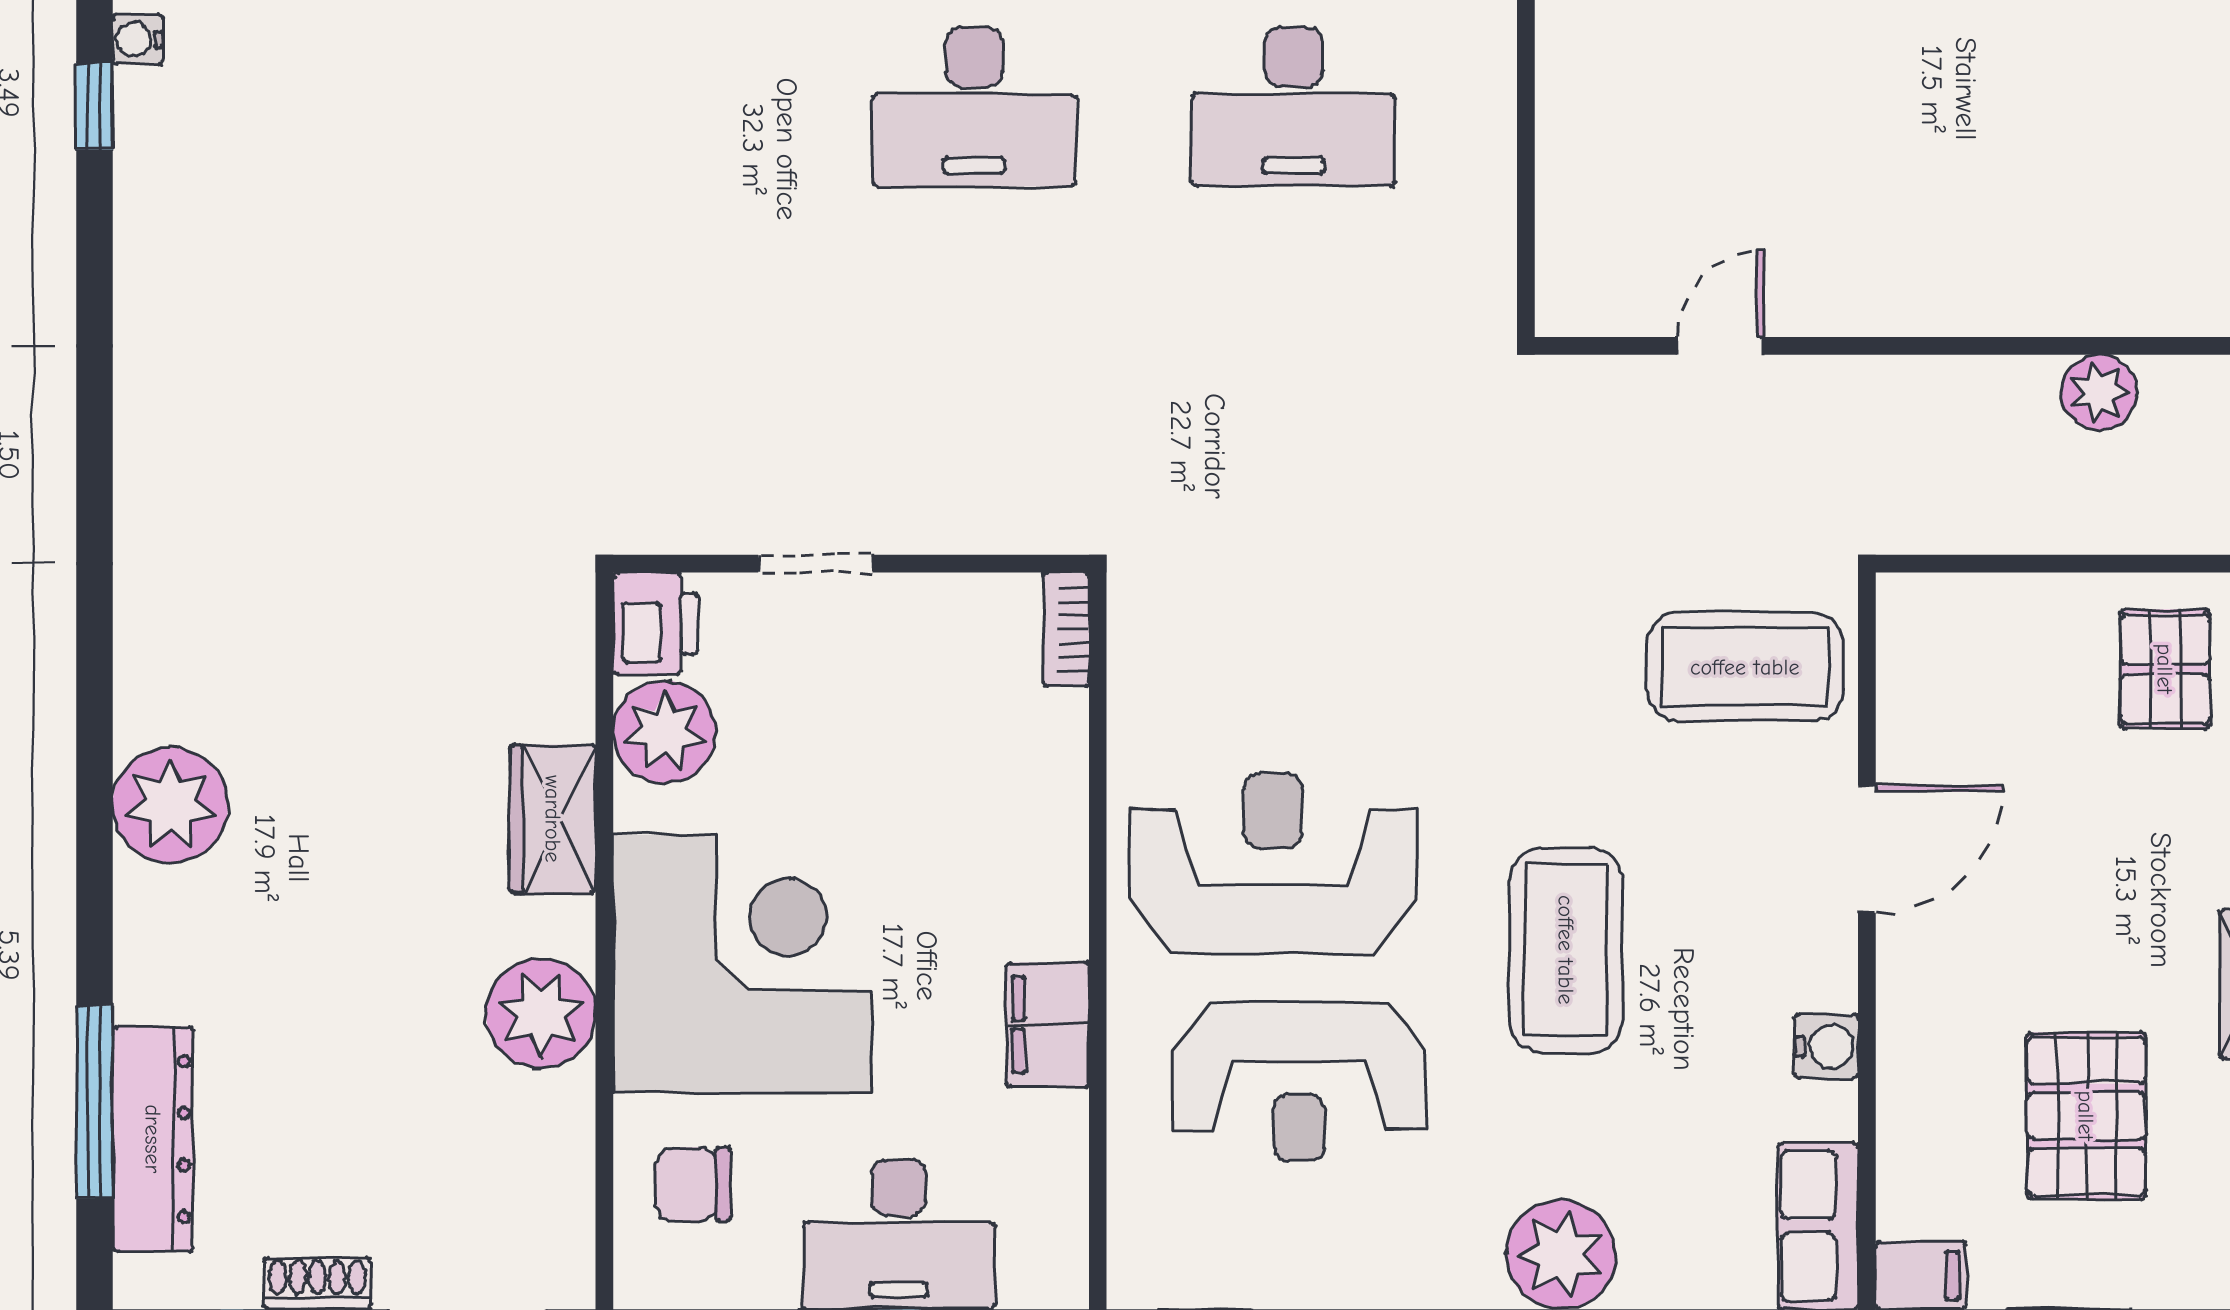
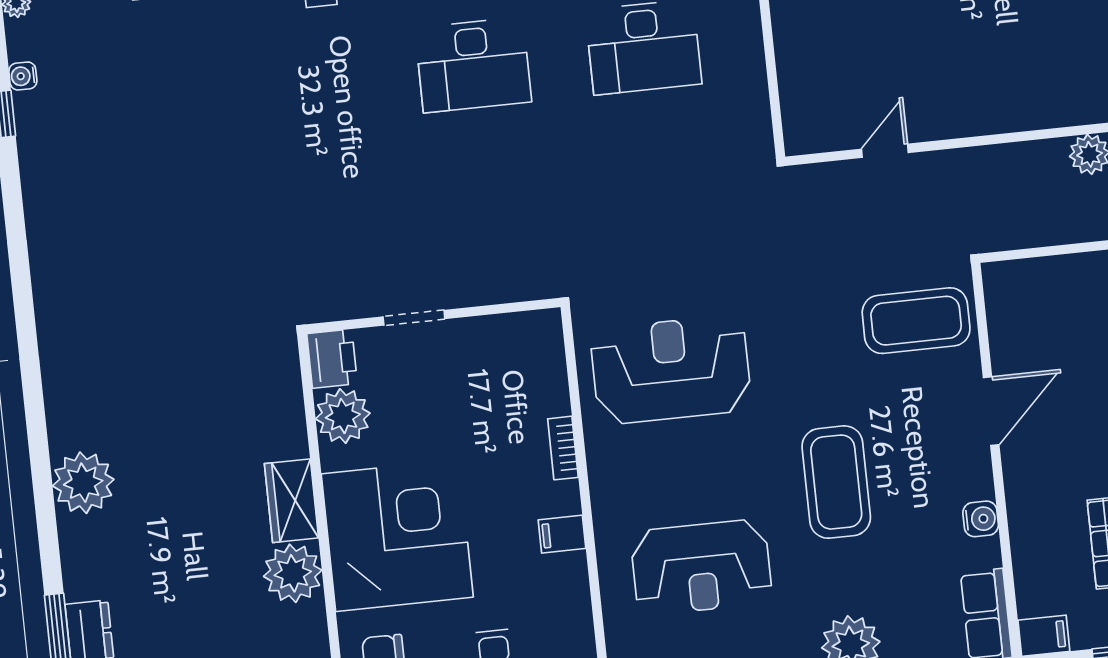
bookcase: (1066, 630) -> (563, 448), moved
wardrobe: (553, 819) -> (291, 501), moved
reception desk: (1273, 863) -> (671, 370), moved
filing cabinet: (1048, 1025) -> (562, 534), width x0.50

